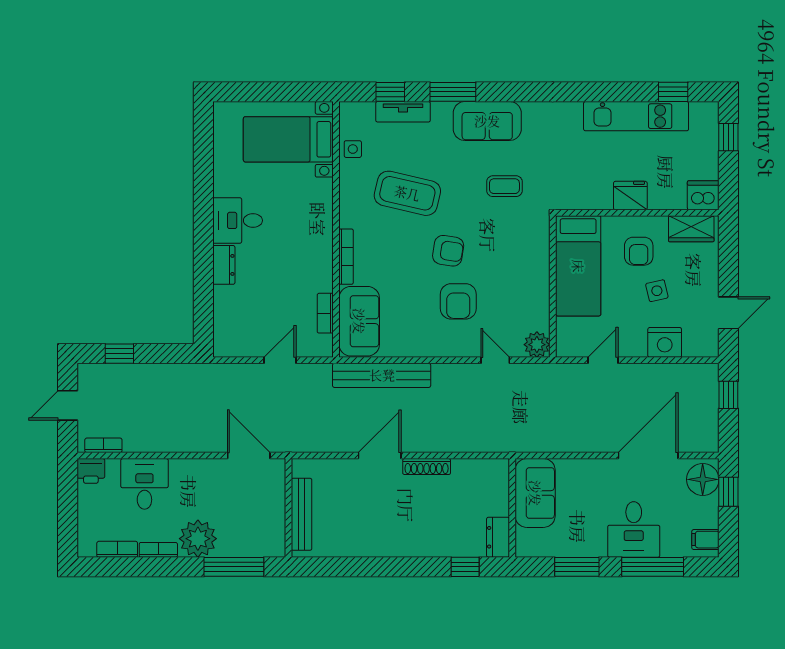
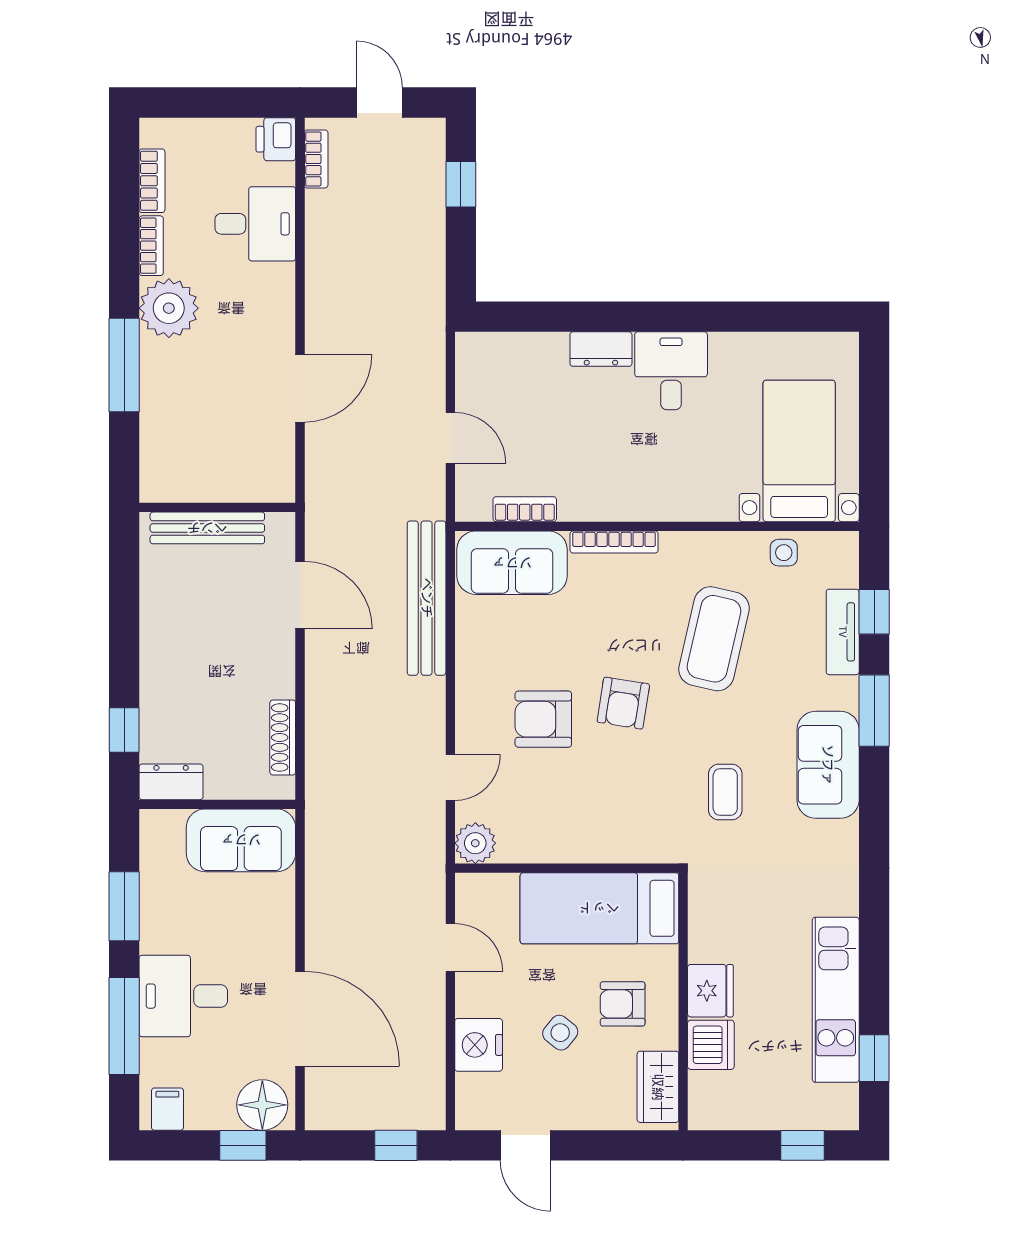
dishwasher: (703, 195) -> (711, 1045), moved
side table: (657, 291) -> (560, 1033), turned -38
shoe rack: (427, 467) -> (283, 737), moved
wall: (289, 508) -> (217, 507), moved
bench: (301, 514) -> (207, 528), moved

